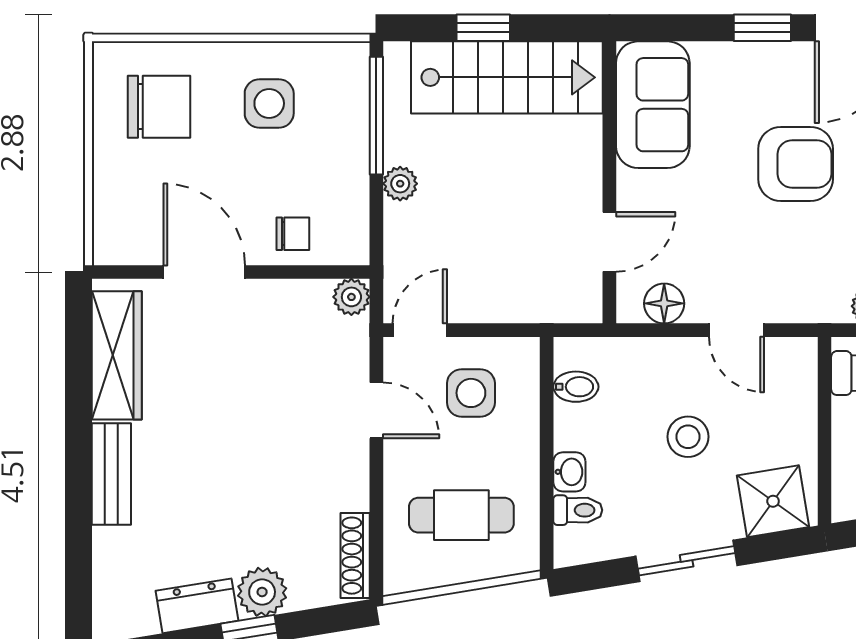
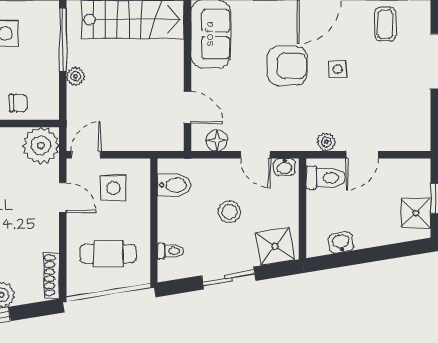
door: (609, 242) -> (187, 107), hinge flipped
plant: (351, 297) -> (41, 145), width x1.88, depth x1.88
bidet: (576, 387) -> (174, 185), width x1.38, depth x1.36
washbasin: (569, 472) -> (285, 167), moved, turned 90

